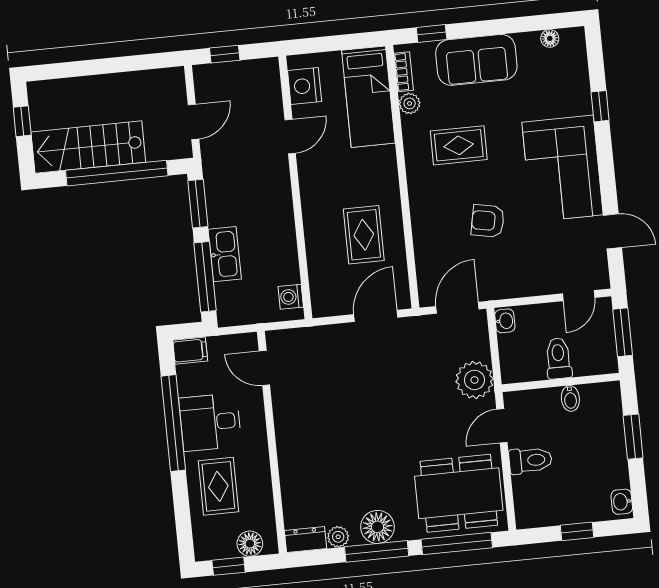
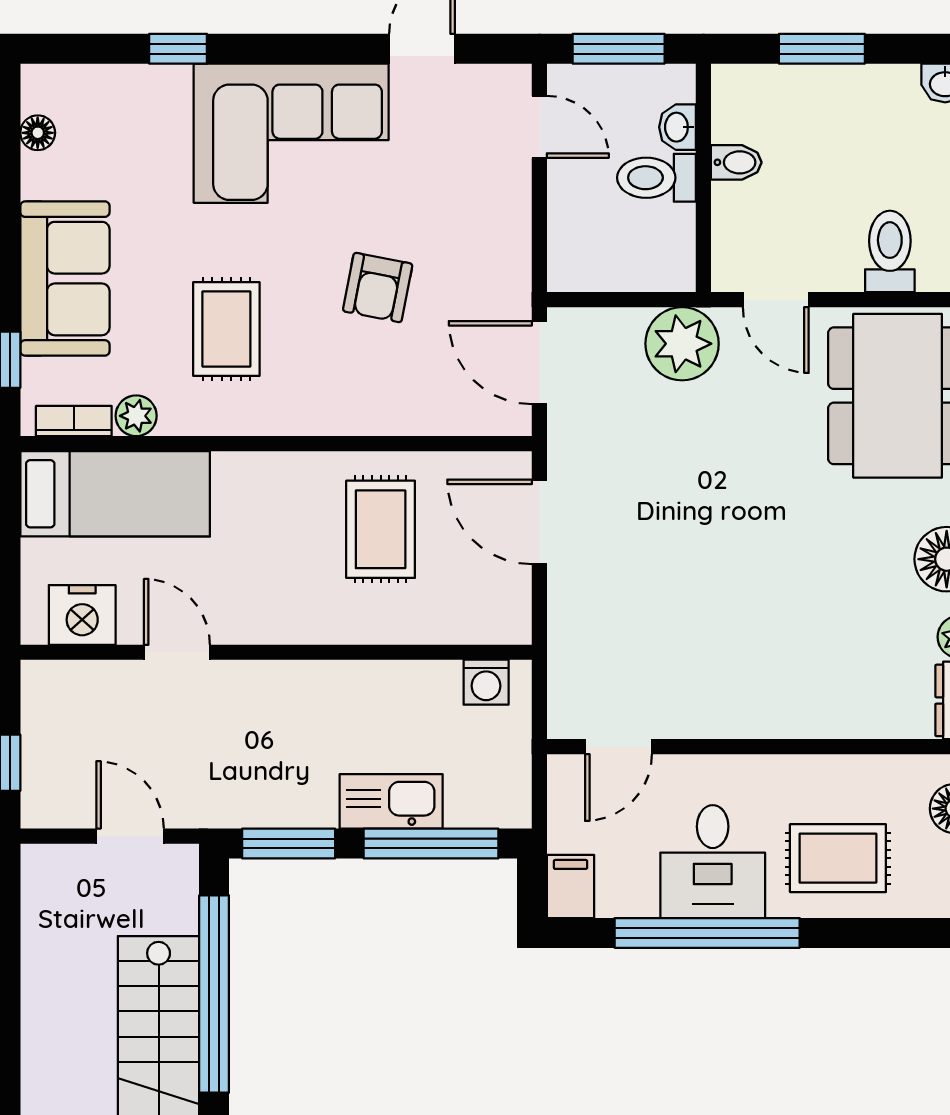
rug: (364, 235) -> (381, 529), turned 90
washbasin: (505, 321) -> (678, 127), moved, turned -90
toilet: (530, 460) -> (890, 251), moved

